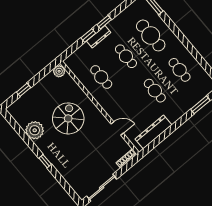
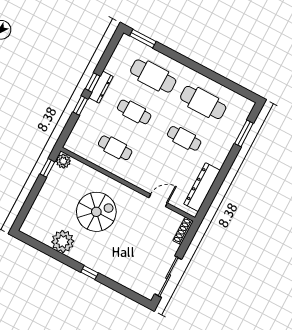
dresser: (99, 37) -> (101, 87), moved
cafe table: (180, 70) -> (203, 102), width x1.37, depth x1.35
window: (24, 90) -> (47, 168), moved
spiral stairs: (68, 118) -> (96, 212), turned 90

